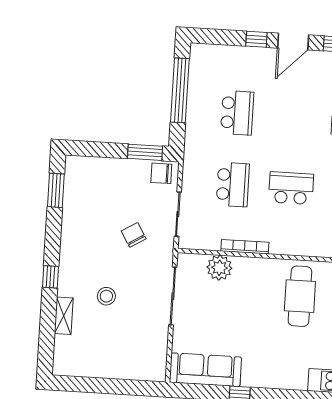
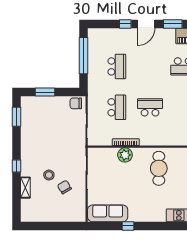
window: (145, 152) -> (45, 92), moved
chair: (134, 235) -> (64, 187), moved
plant: (219, 268) -> (125, 155), moved

